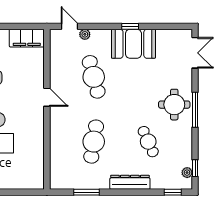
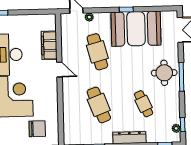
filing cabinet: (27, 38) -> (49, 45), moved, turned 90
booth: (133, 44) -> (136, 29), width x1.36, depth x1.42
cafe table: (94, 142) -> (99, 105), turned -30
chair: (18, 169) -> (37, 129), added

